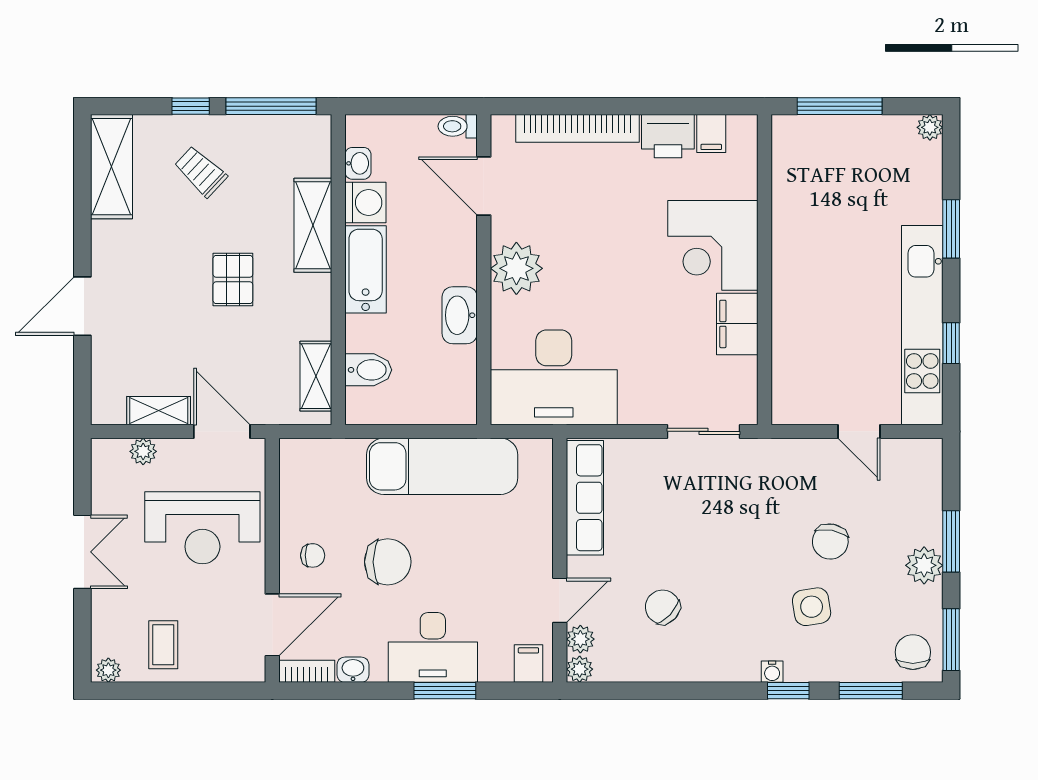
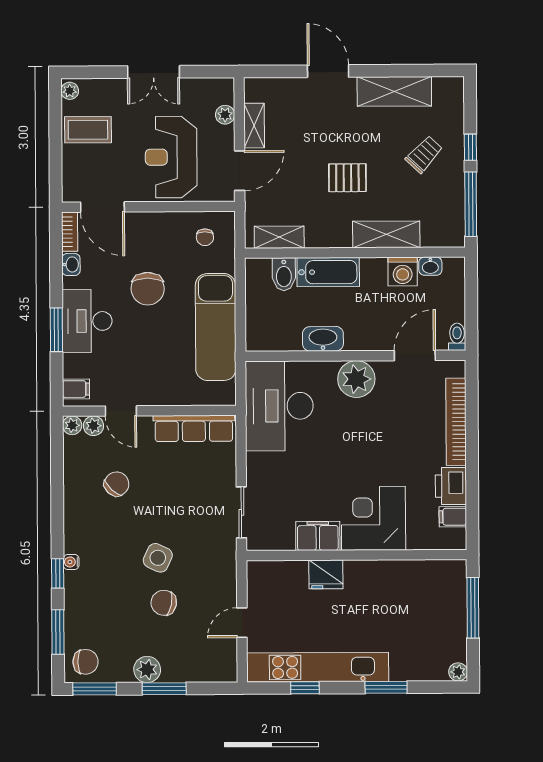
shelving: (112, 167) -> (394, 91), moved
bathtub: (366, 269) -> (328, 272), moved
fridge: (792, 313) -> (326, 574), added
chair: (313, 555) -> (205, 237), moved
side table: (812, 607) -> (158, 558), moved, turned 34
coffee table: (163, 645) -> (88, 130), width x1.36, depth x1.30

